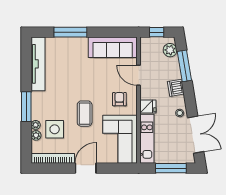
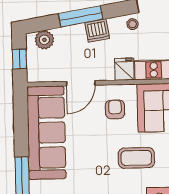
sofa: (113, 47) -> (46, 133), width x1.36, depth x1.27
window: (184, 66) -> (81, 16), moved
armchair: (119, 99) -> (115, 109), turned 90

